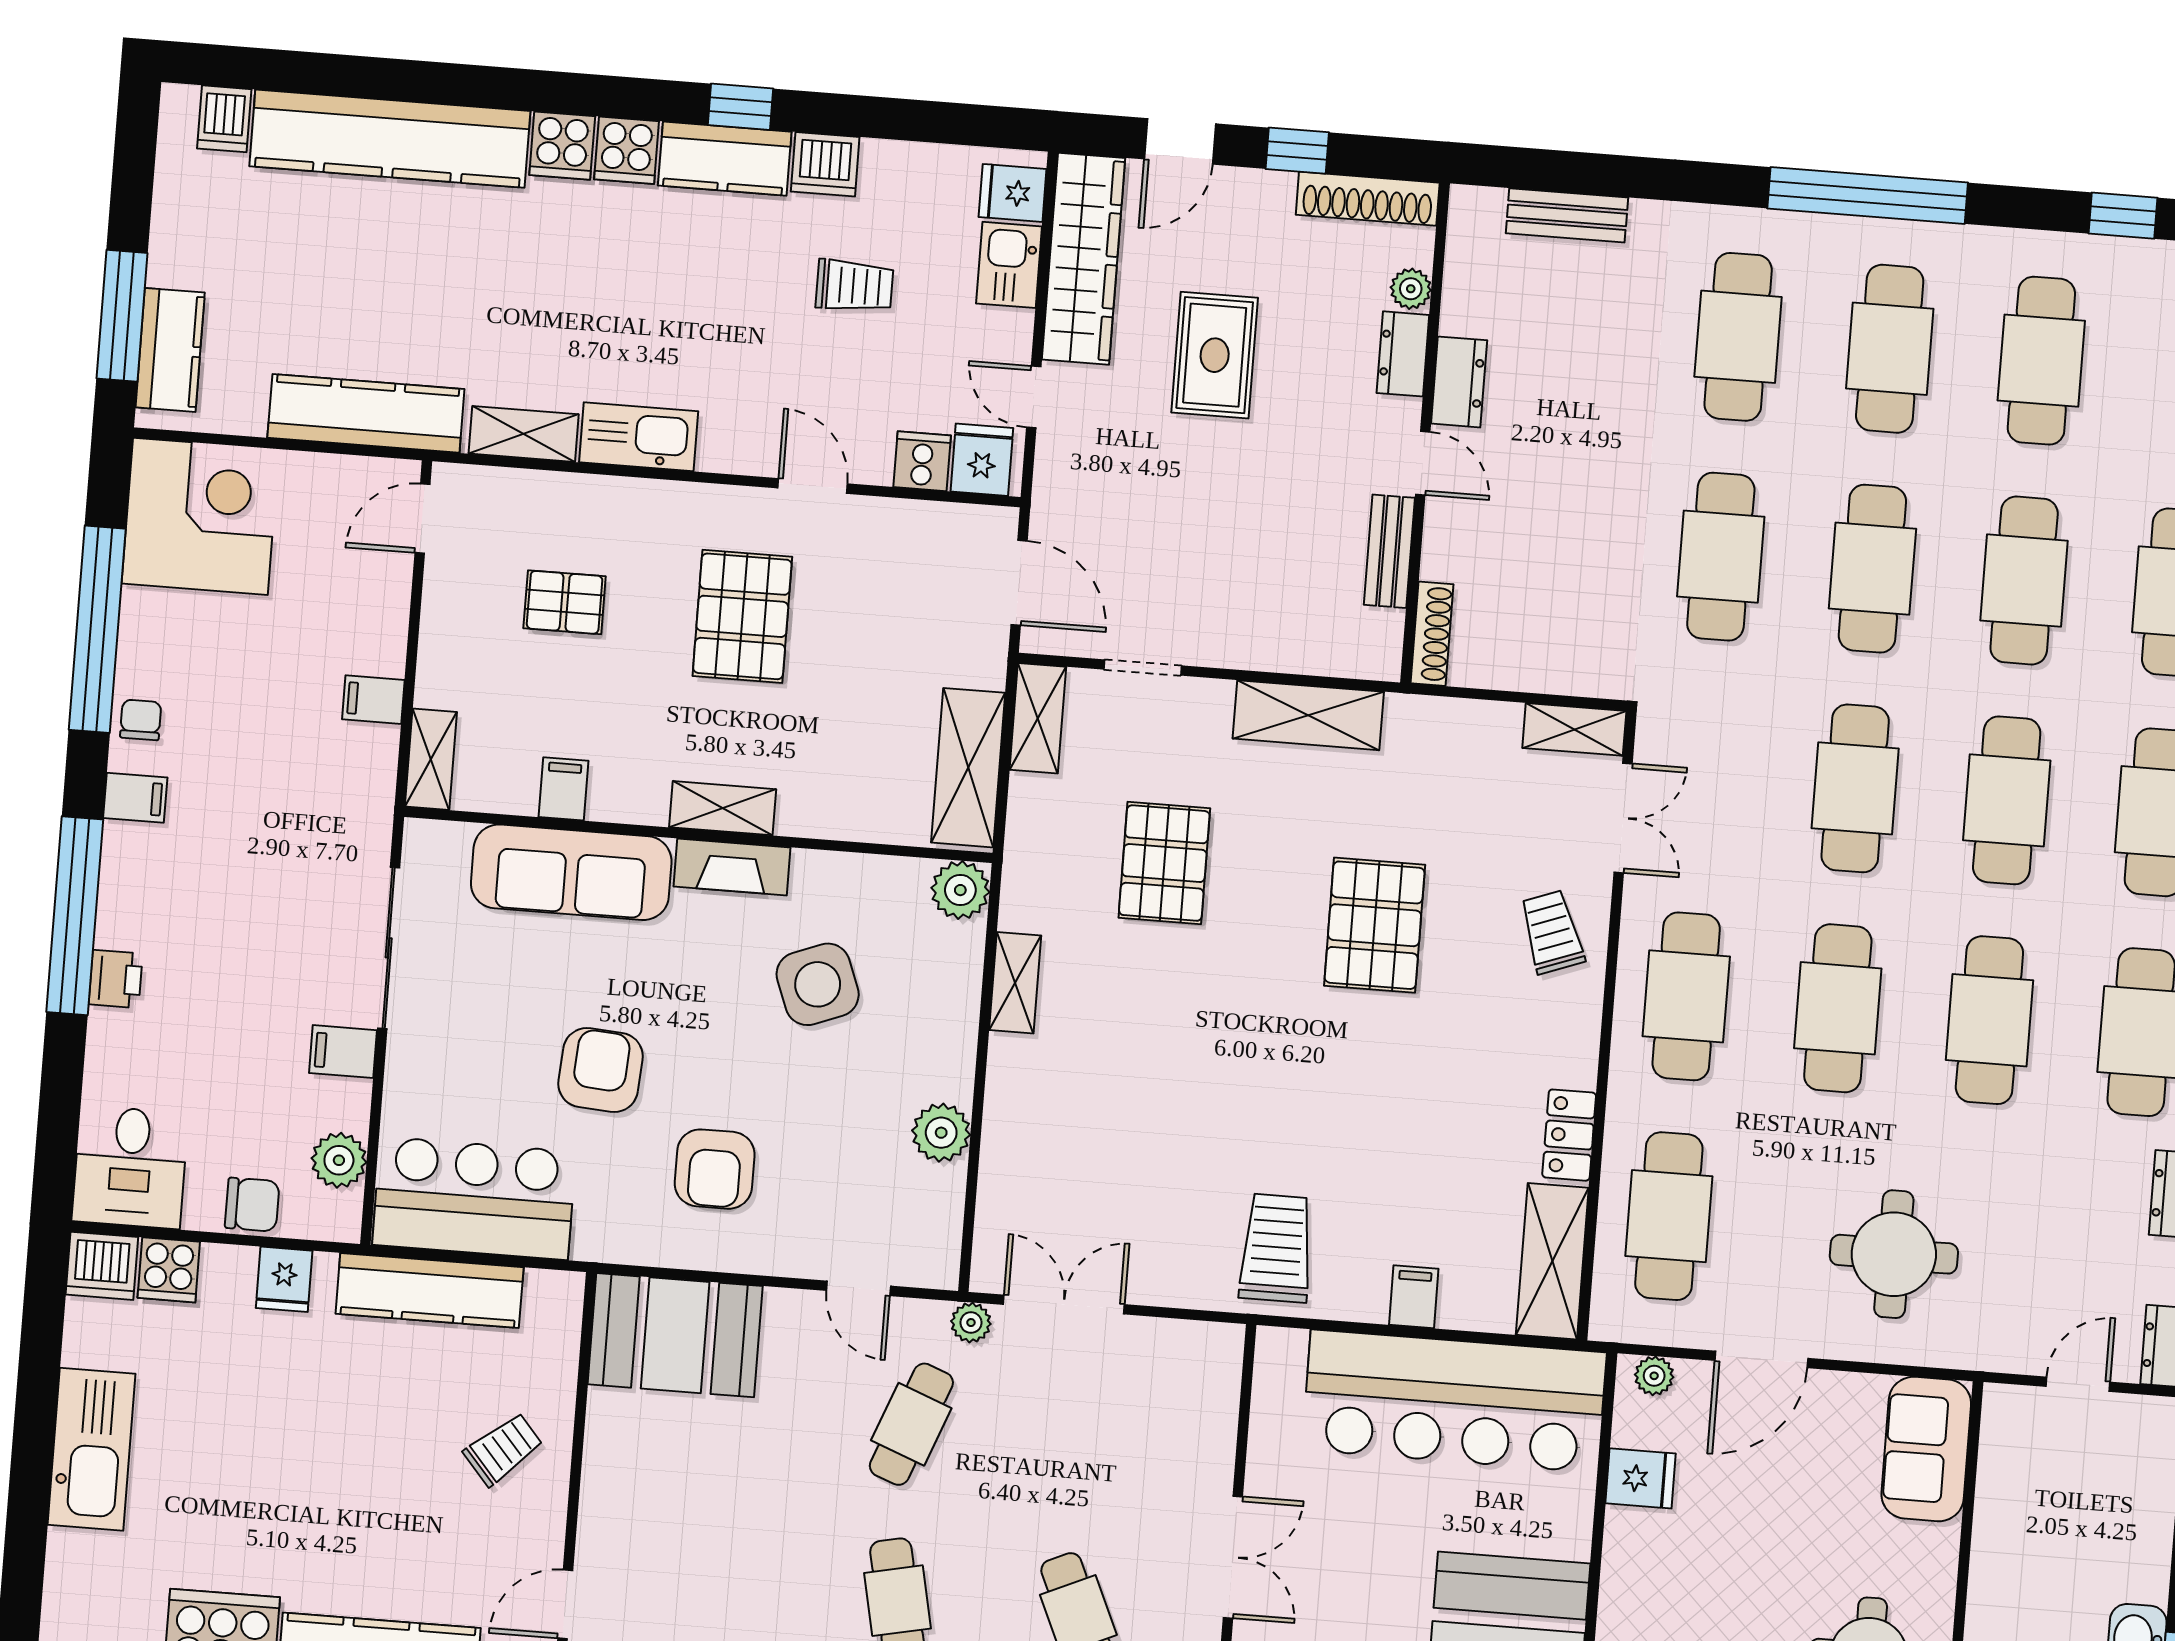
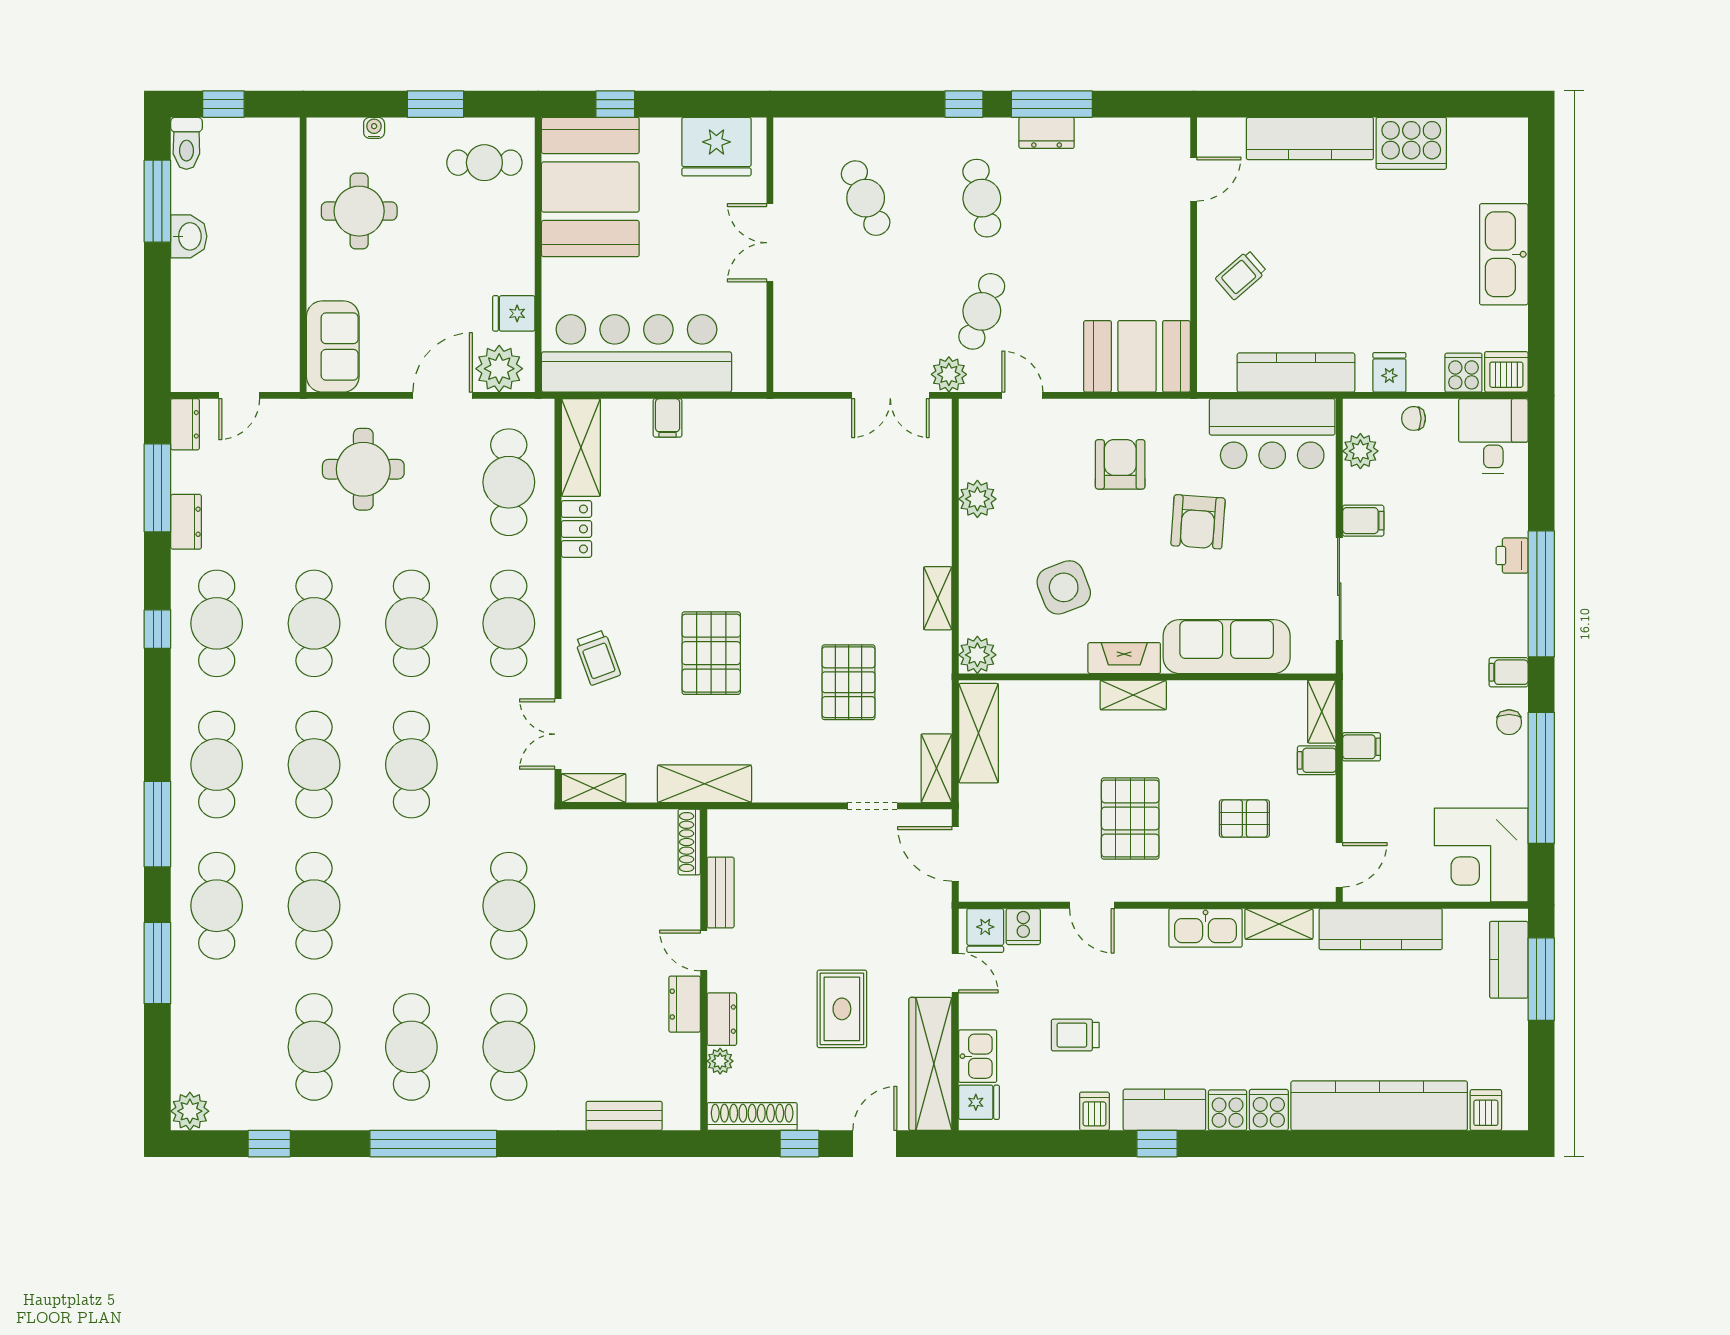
dishwasher: (825, 164) -> (1094, 1111), width x0.73
cafe table: (1872, 569) -> (411, 906), removed
shelving: (1308, 715) -> (704, 784), moved
filing cabinet: (563, 789) -> (1317, 760), moved, turned 90
chair: (252, 1205) -> (1414, 418), width x0.73, depth x0.73
trolley: (1276, 1248) -> (758, 442), removed
plant: (971, 1323) -> (949, 374), width x1.38, depth x1.38
plant: (1654, 1376) -> (499, 369), width x1.88, depth x1.88

